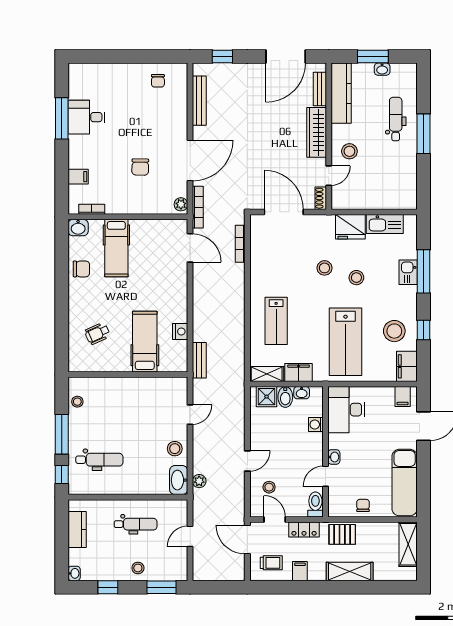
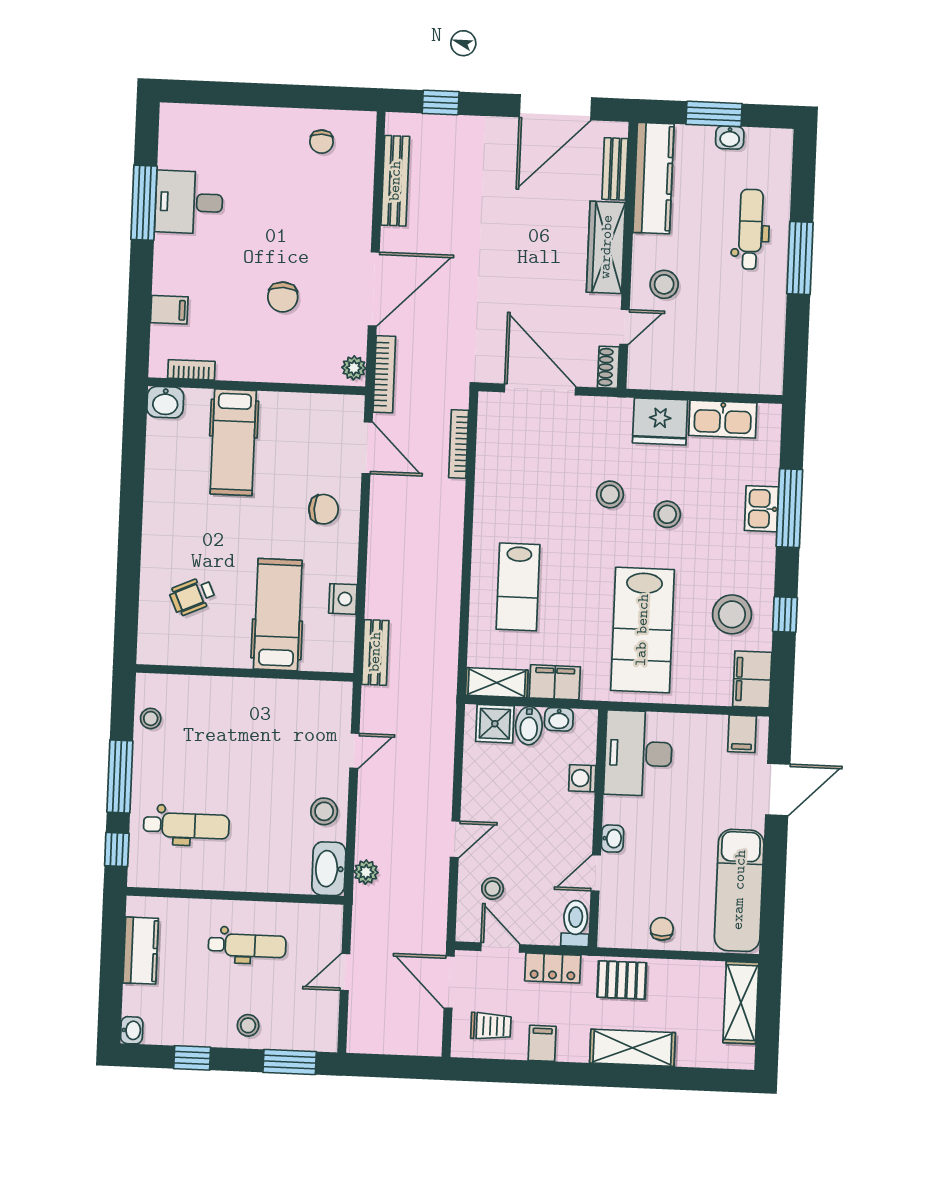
chair: (81, 269) -> (324, 509), moved

